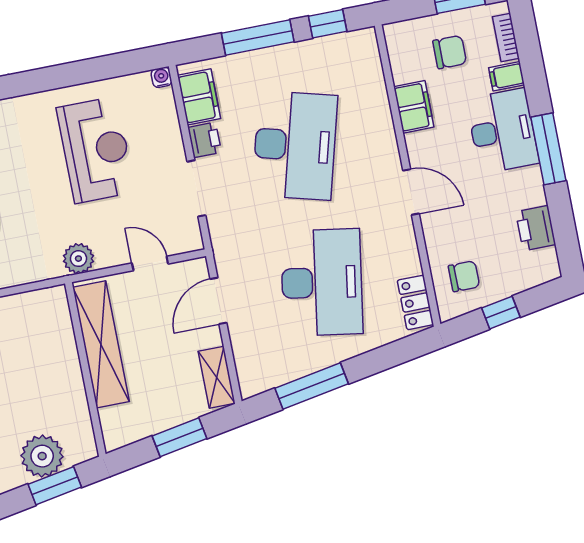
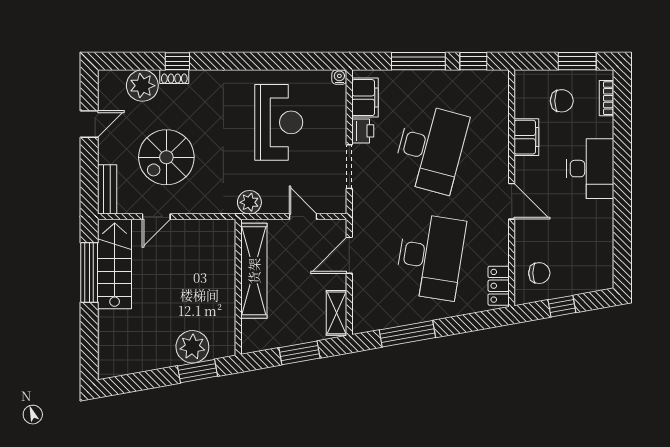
filing cabinet: (507, 76) -> (601, 128), removed
window: (548, 149) -> (622, 189), removed
printer: (536, 228) -> (601, 247), removed

